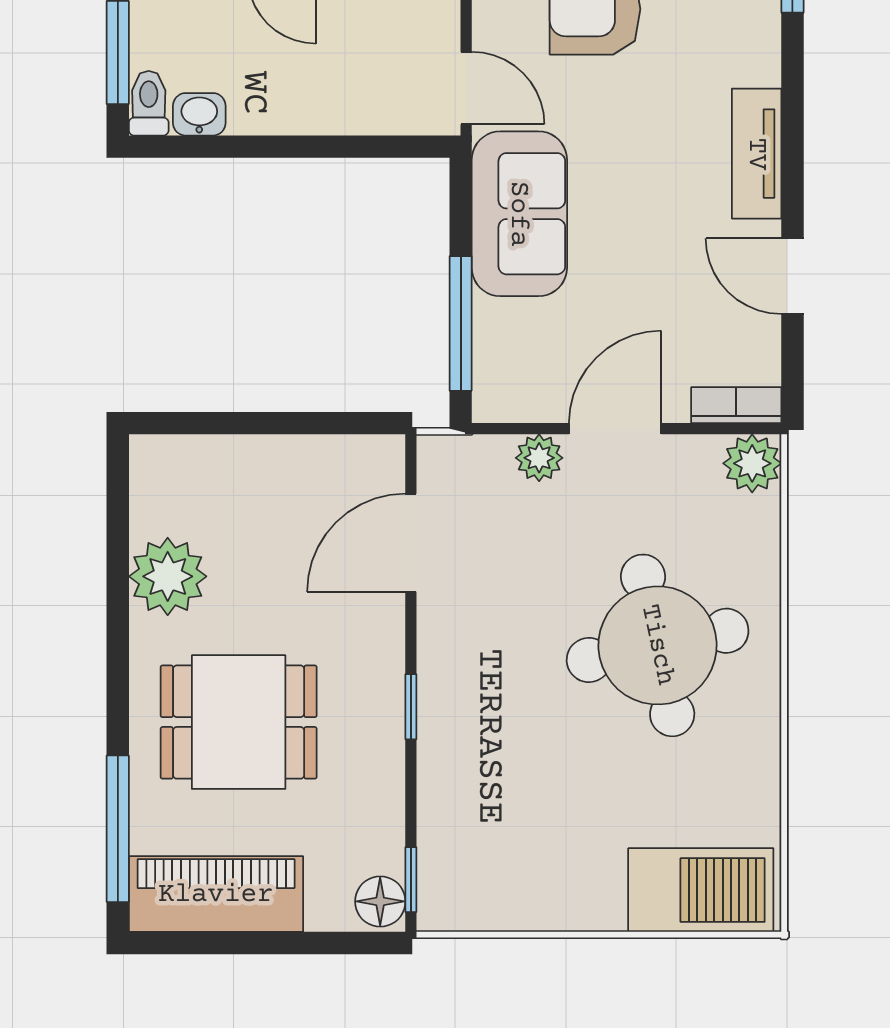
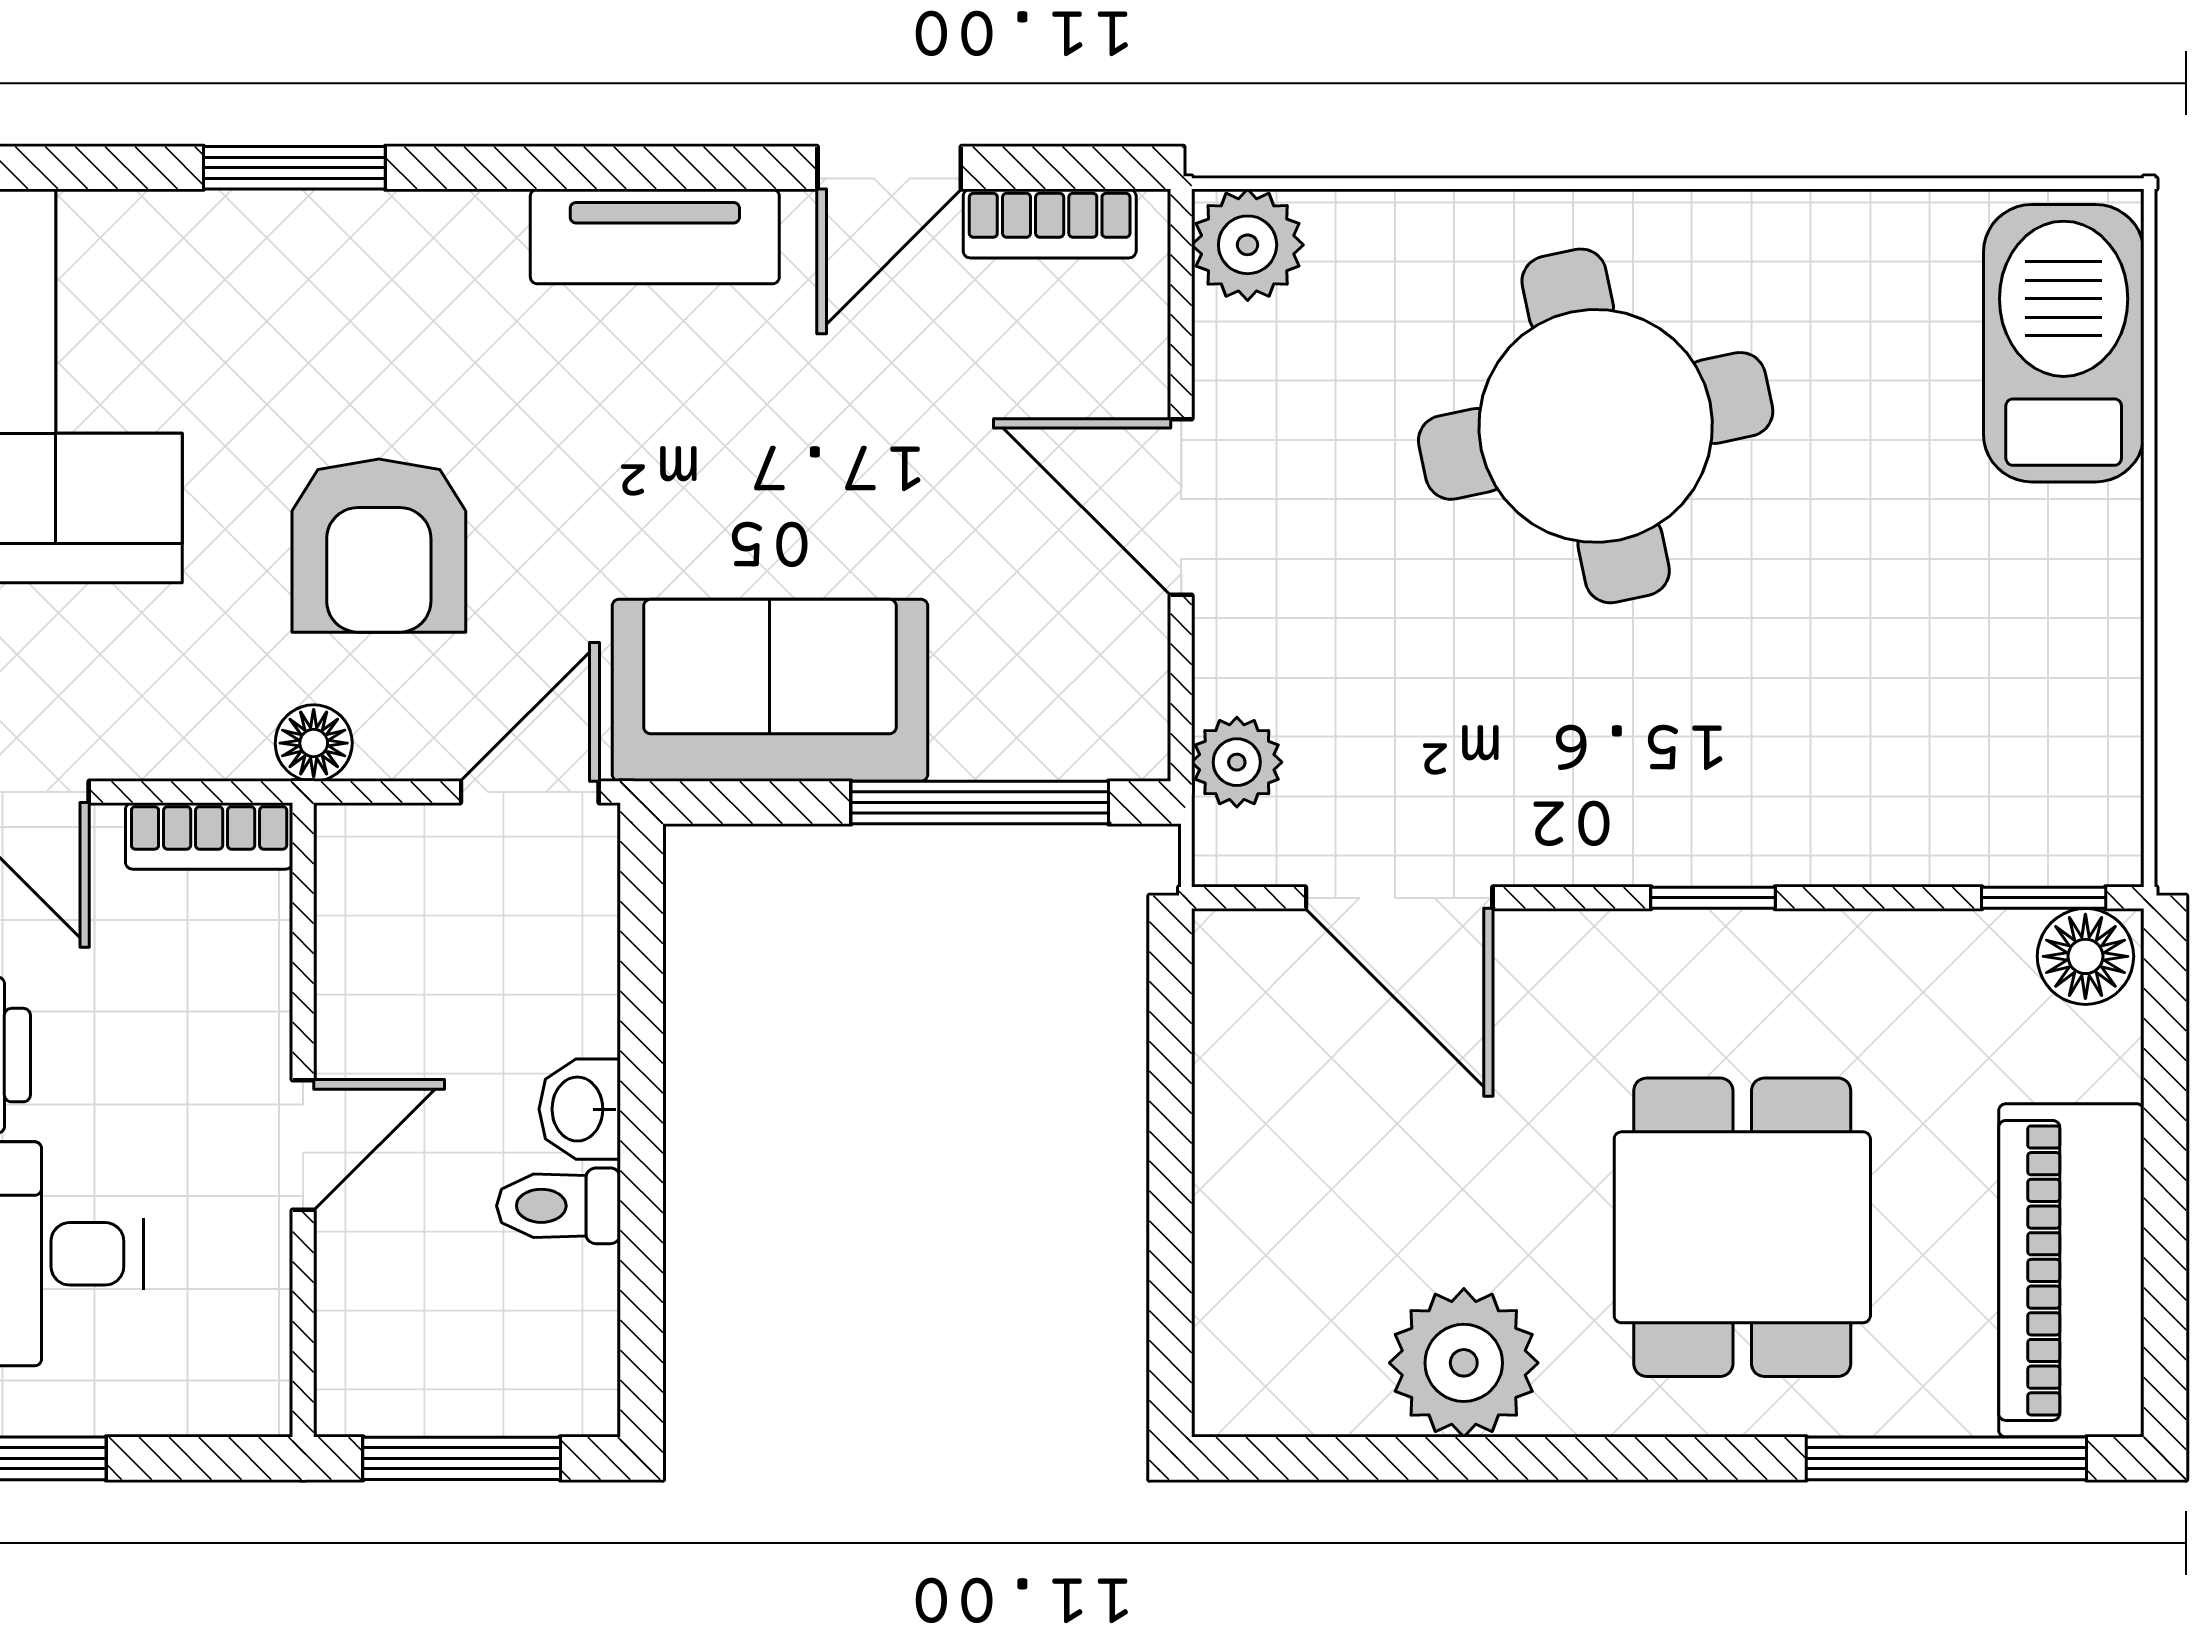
toilet: (149, 103) -> (559, 1206), moved
washbasin: (199, 114) -> (580, 1109), moved
bookcase: (736, 405) -> (1050, 224), moved, turned -90
plant: (539, 458) -> (1237, 762), moved

